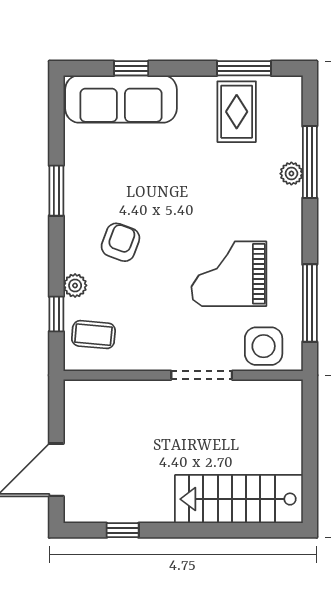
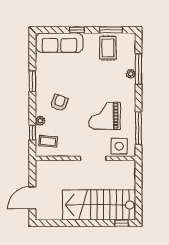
window: (131, 68) -> (77, 30), moved
stairs: (239, 499) -> (99, 205), width x1.36, depth x1.51
window: (123, 530) -> (121, 223), moved

